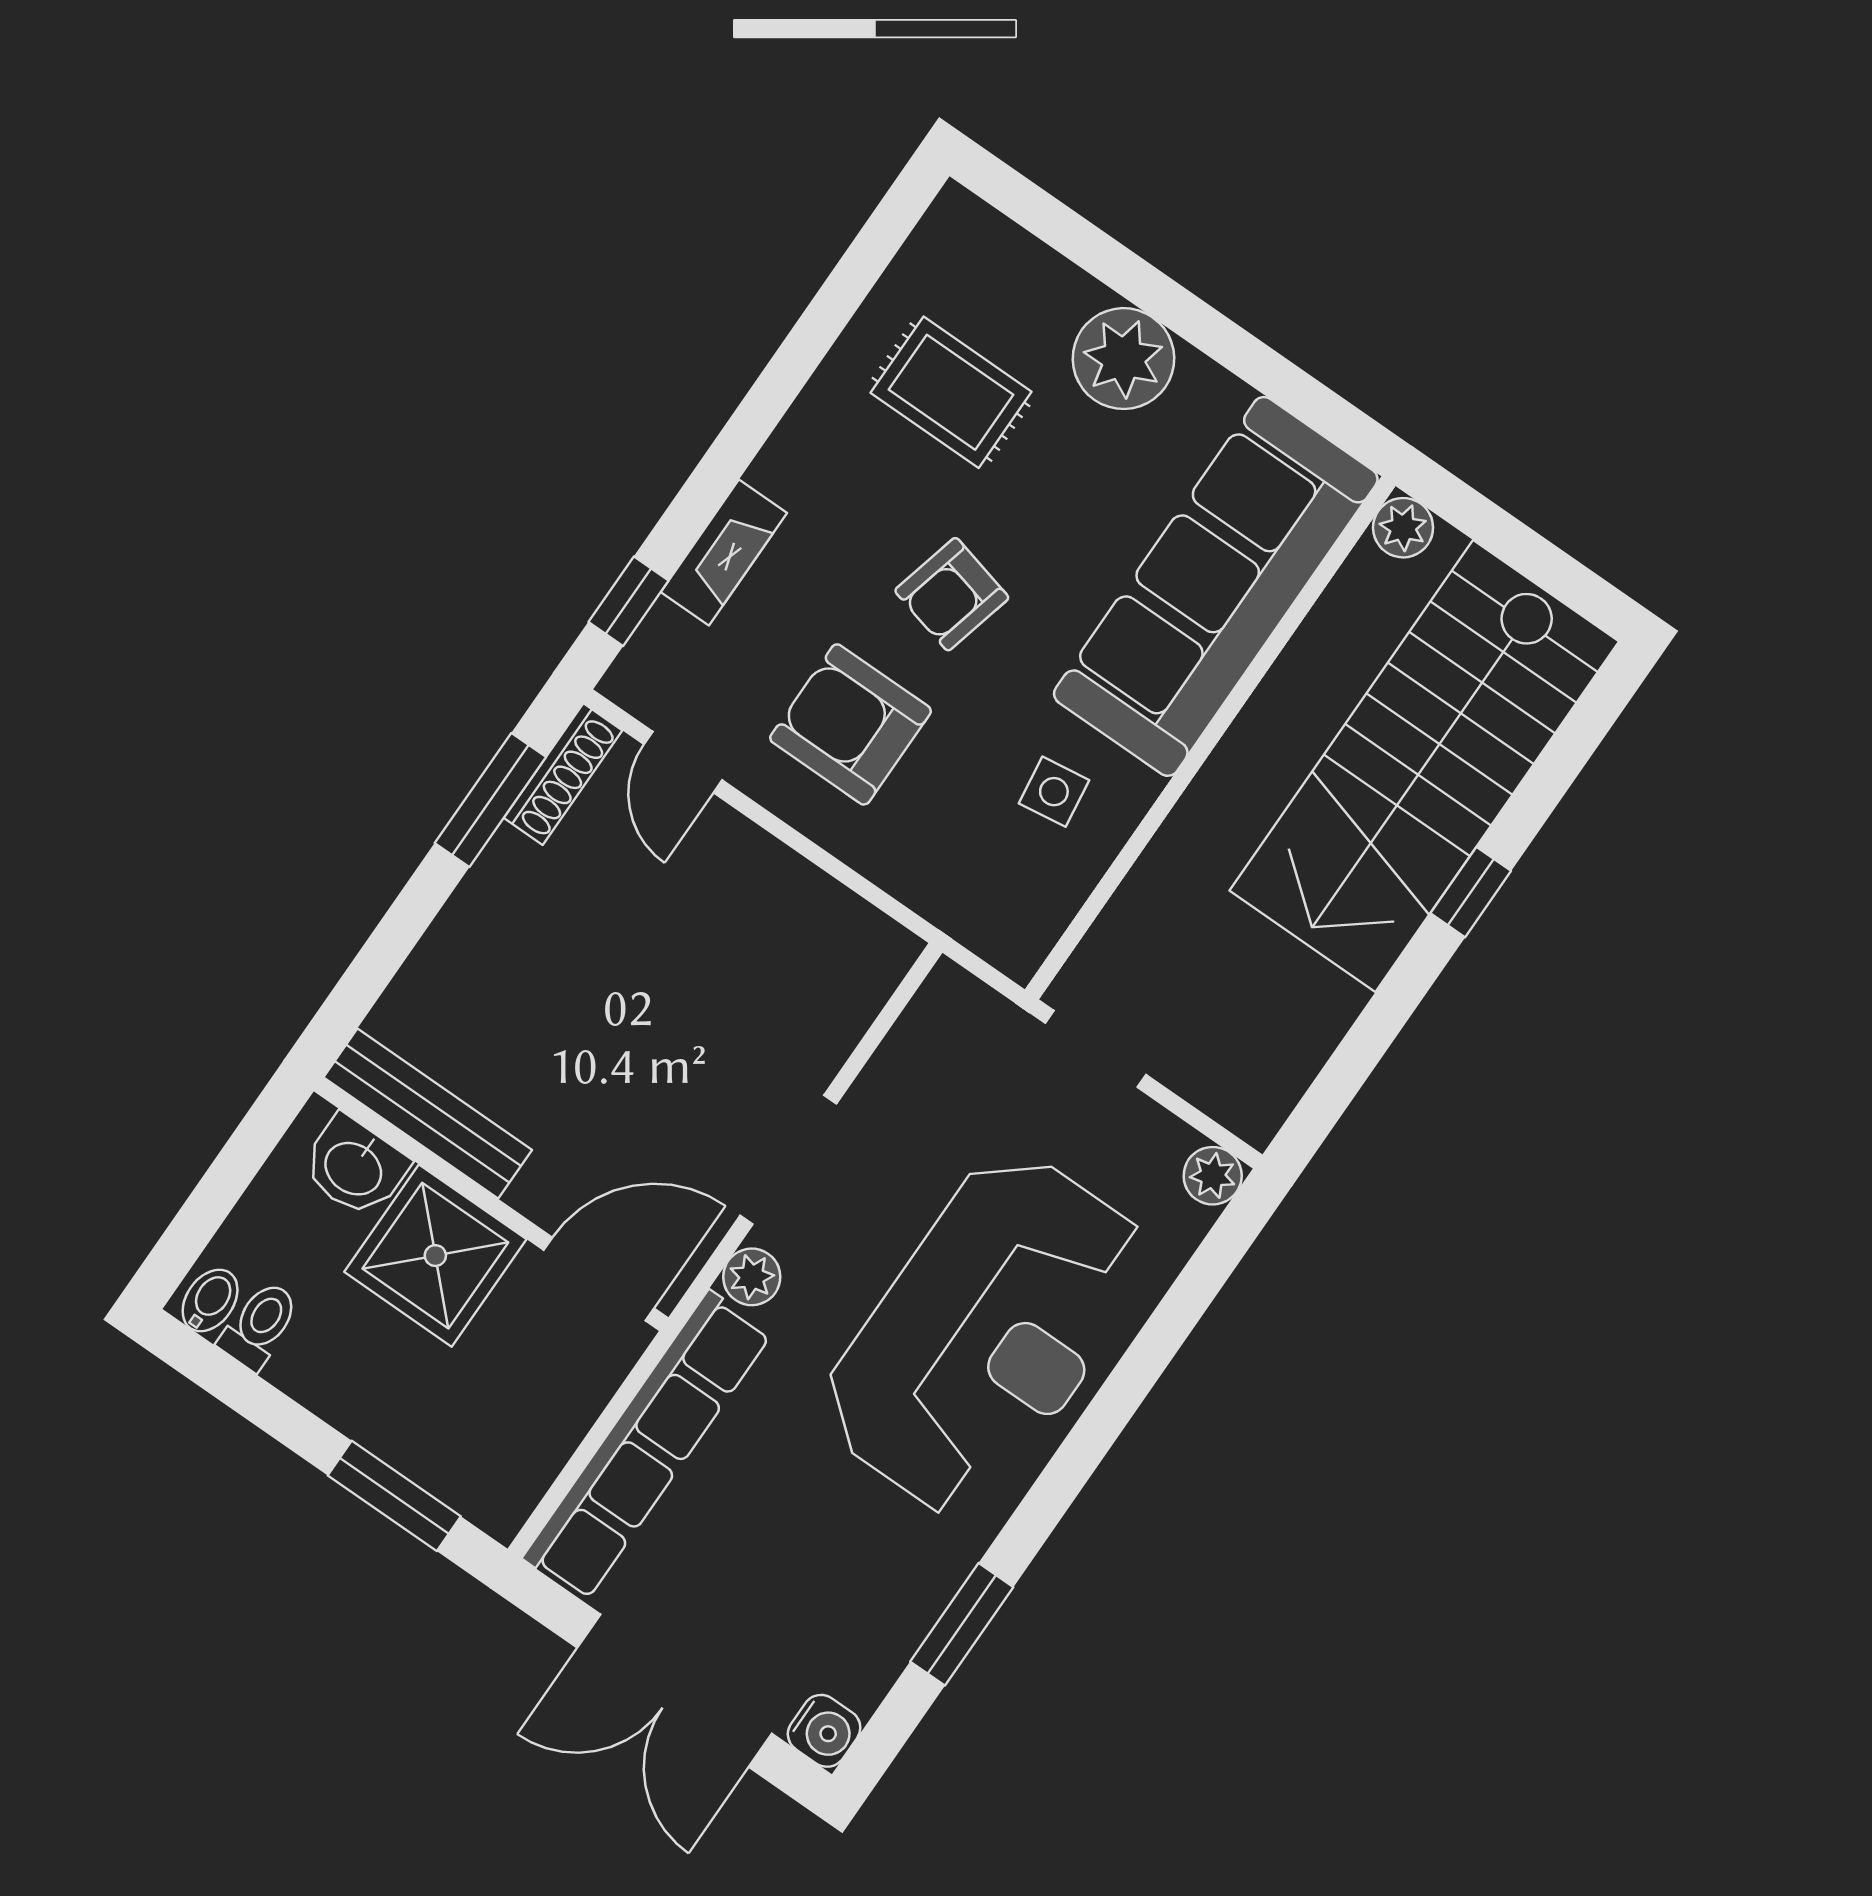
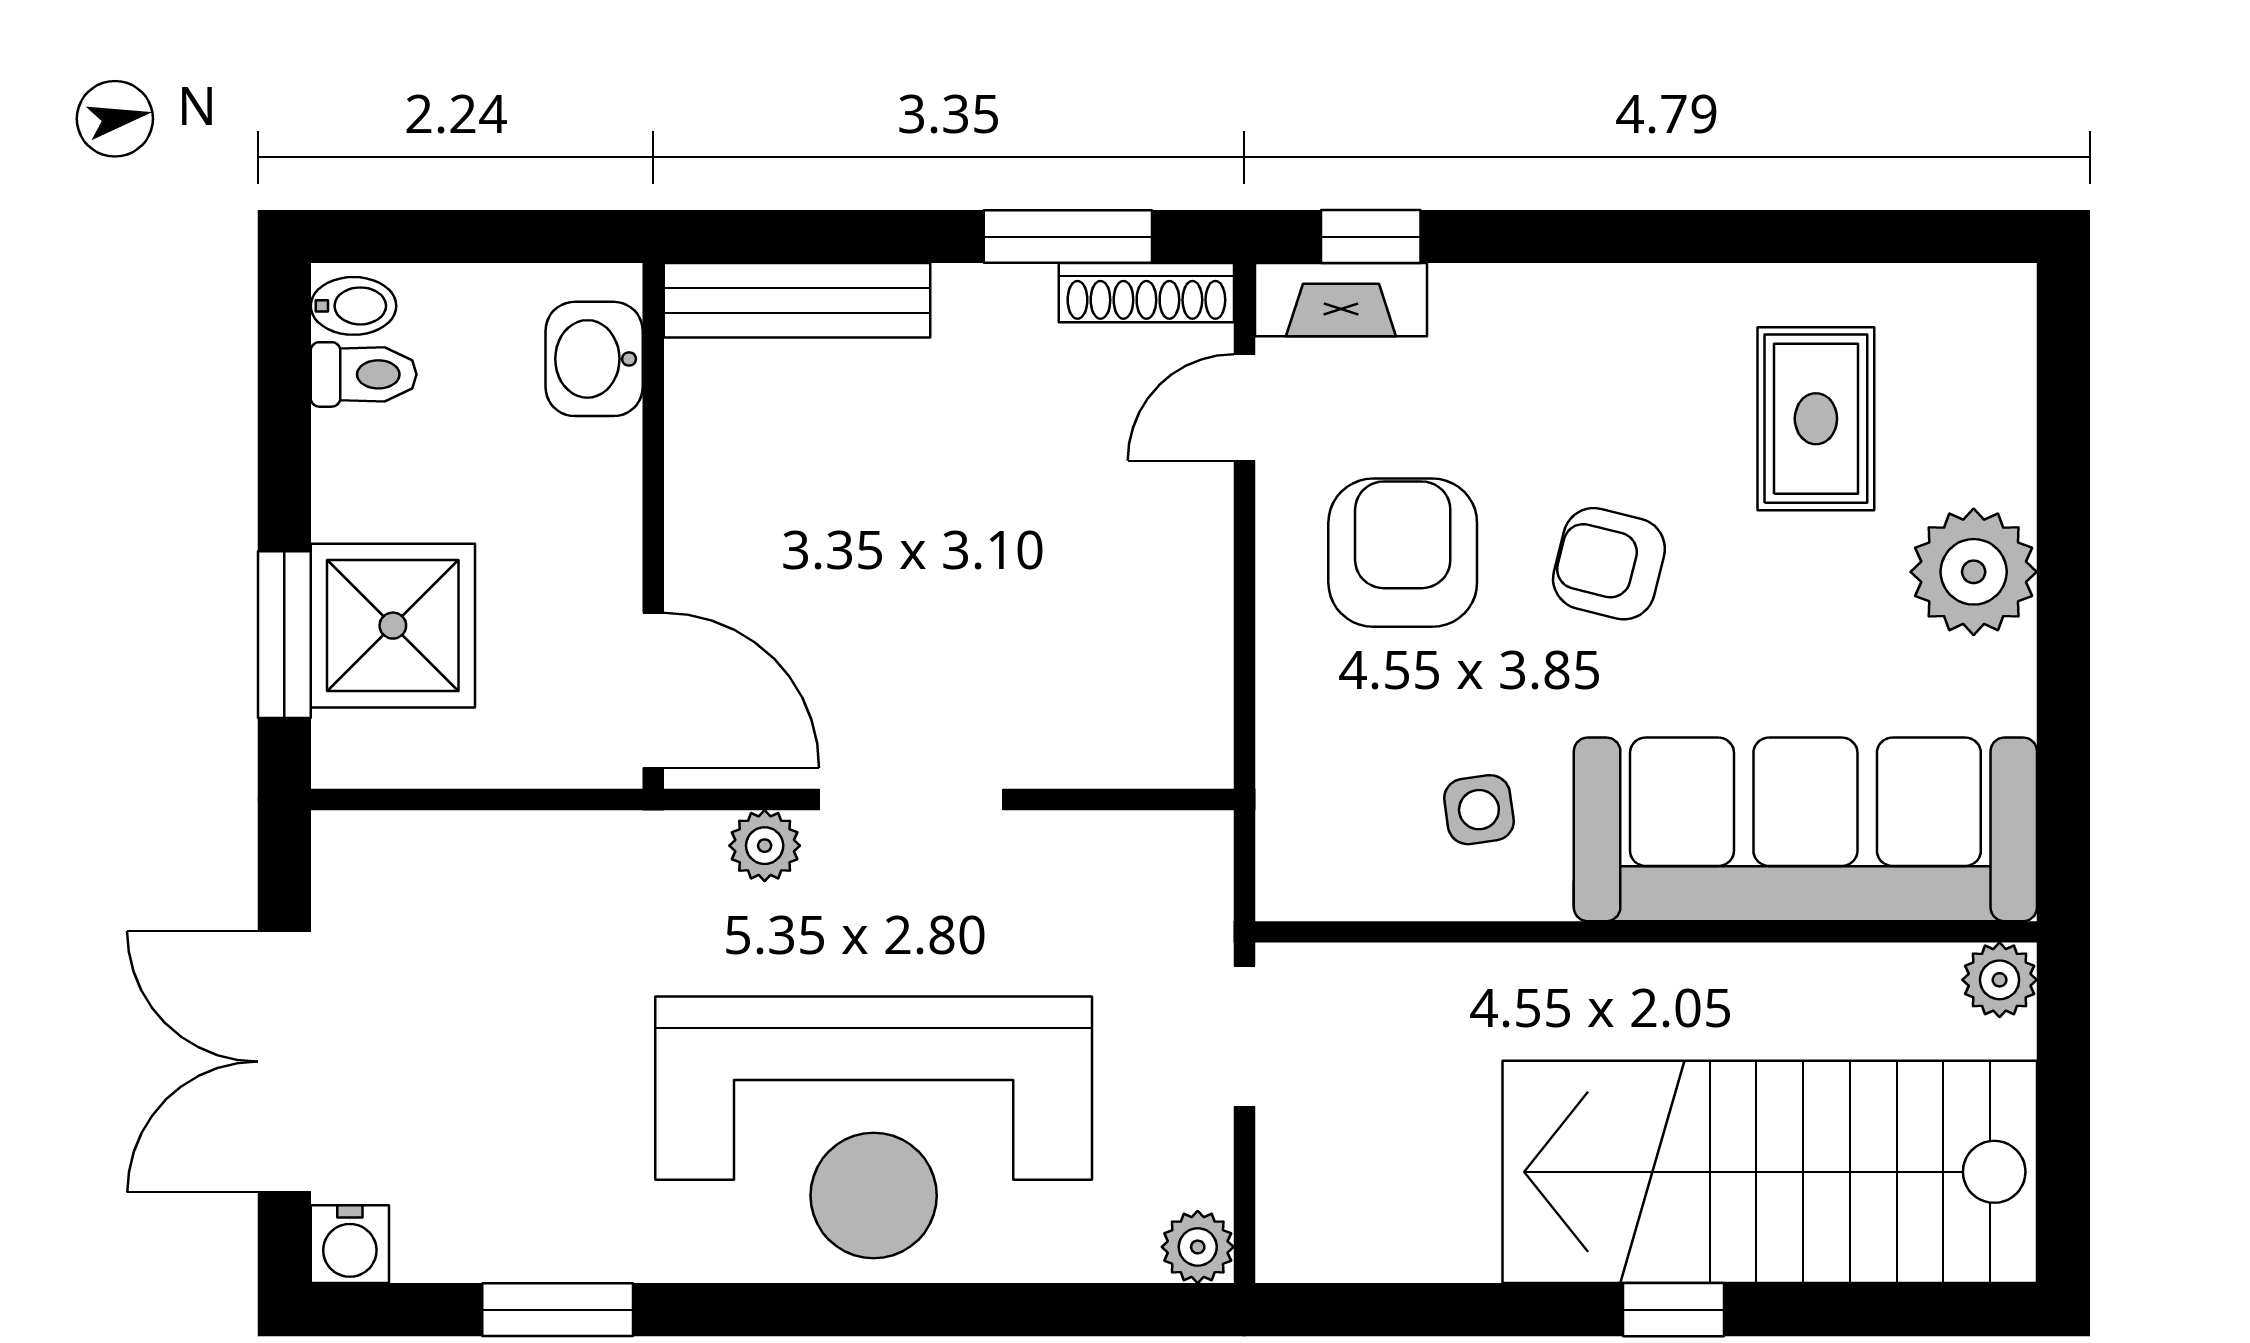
fireplace: (724, 552) -> (1341, 300), moved
bench: (428, 1114) -> (797, 300), moved, turned 90
shower: (435, 1256) -> (393, 626), moved
row of seats: (647, 1446) -> (516, 859), removed

